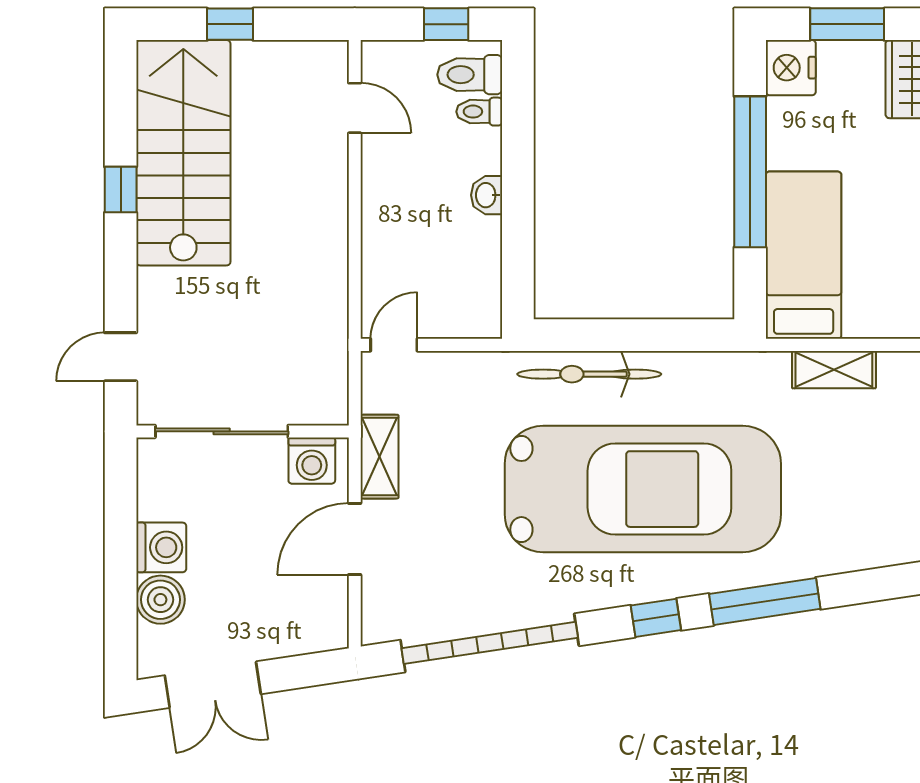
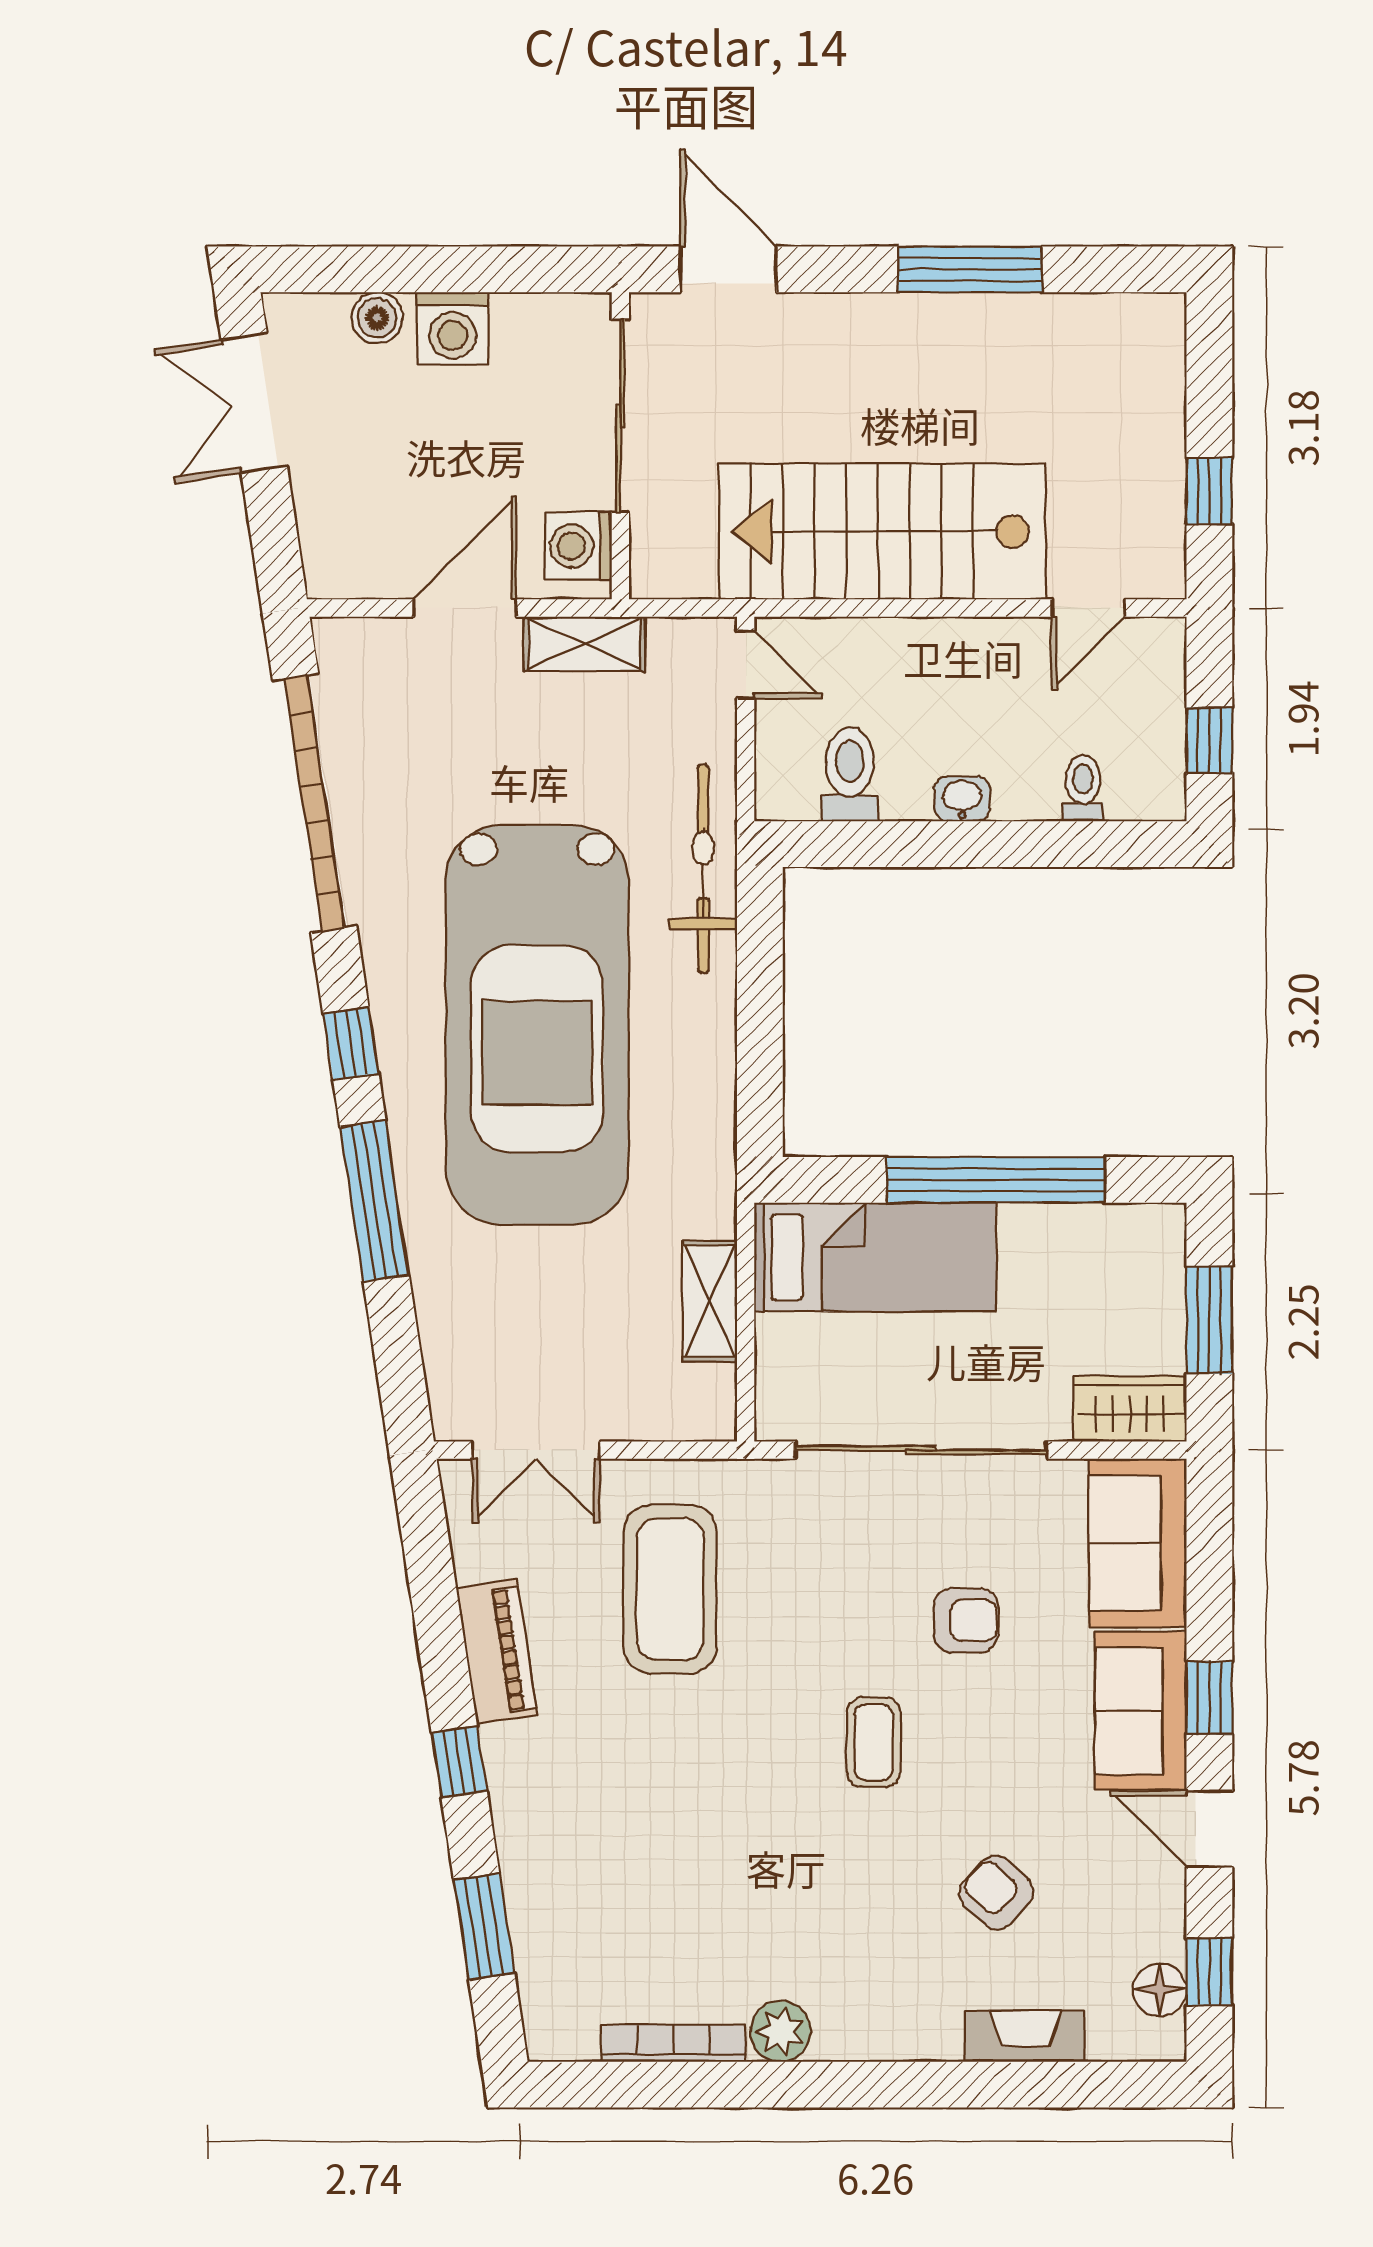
window: (230, 24) -> (1209, 491), moved
nightstand: (791, 68) -> (1146, 1239), removed
toilet: (470, 75) -> (850, 774), moved
stairs: (183, 153) -> (882, 531), moved, turned 180
window: (121, 190) -> (970, 269), width x2.17
door: (121, 357) -> (728, 269), width x1.38
bicycle: (589, 374) -> (703, 869), moved
door: (355, 539) -> (465, 608), hinge flipped
boiler: (160, 600) -> (377, 318), width x0.73, depth x0.73

